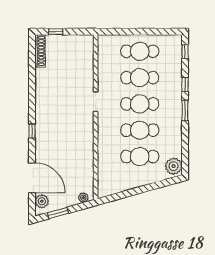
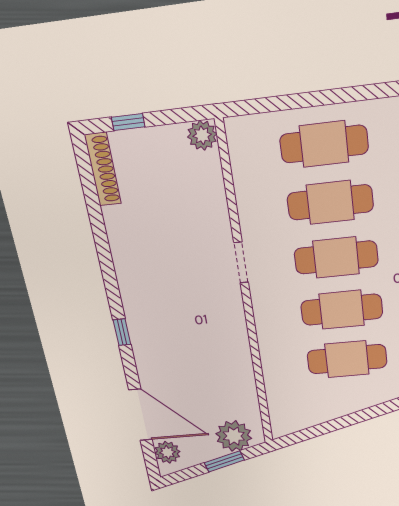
plant: (87, 41) -> (202, 135), added
plant: (83, 198) -> (234, 436), width x1.88, depth x1.88
window: (58, 213) -> (224, 461), moved

